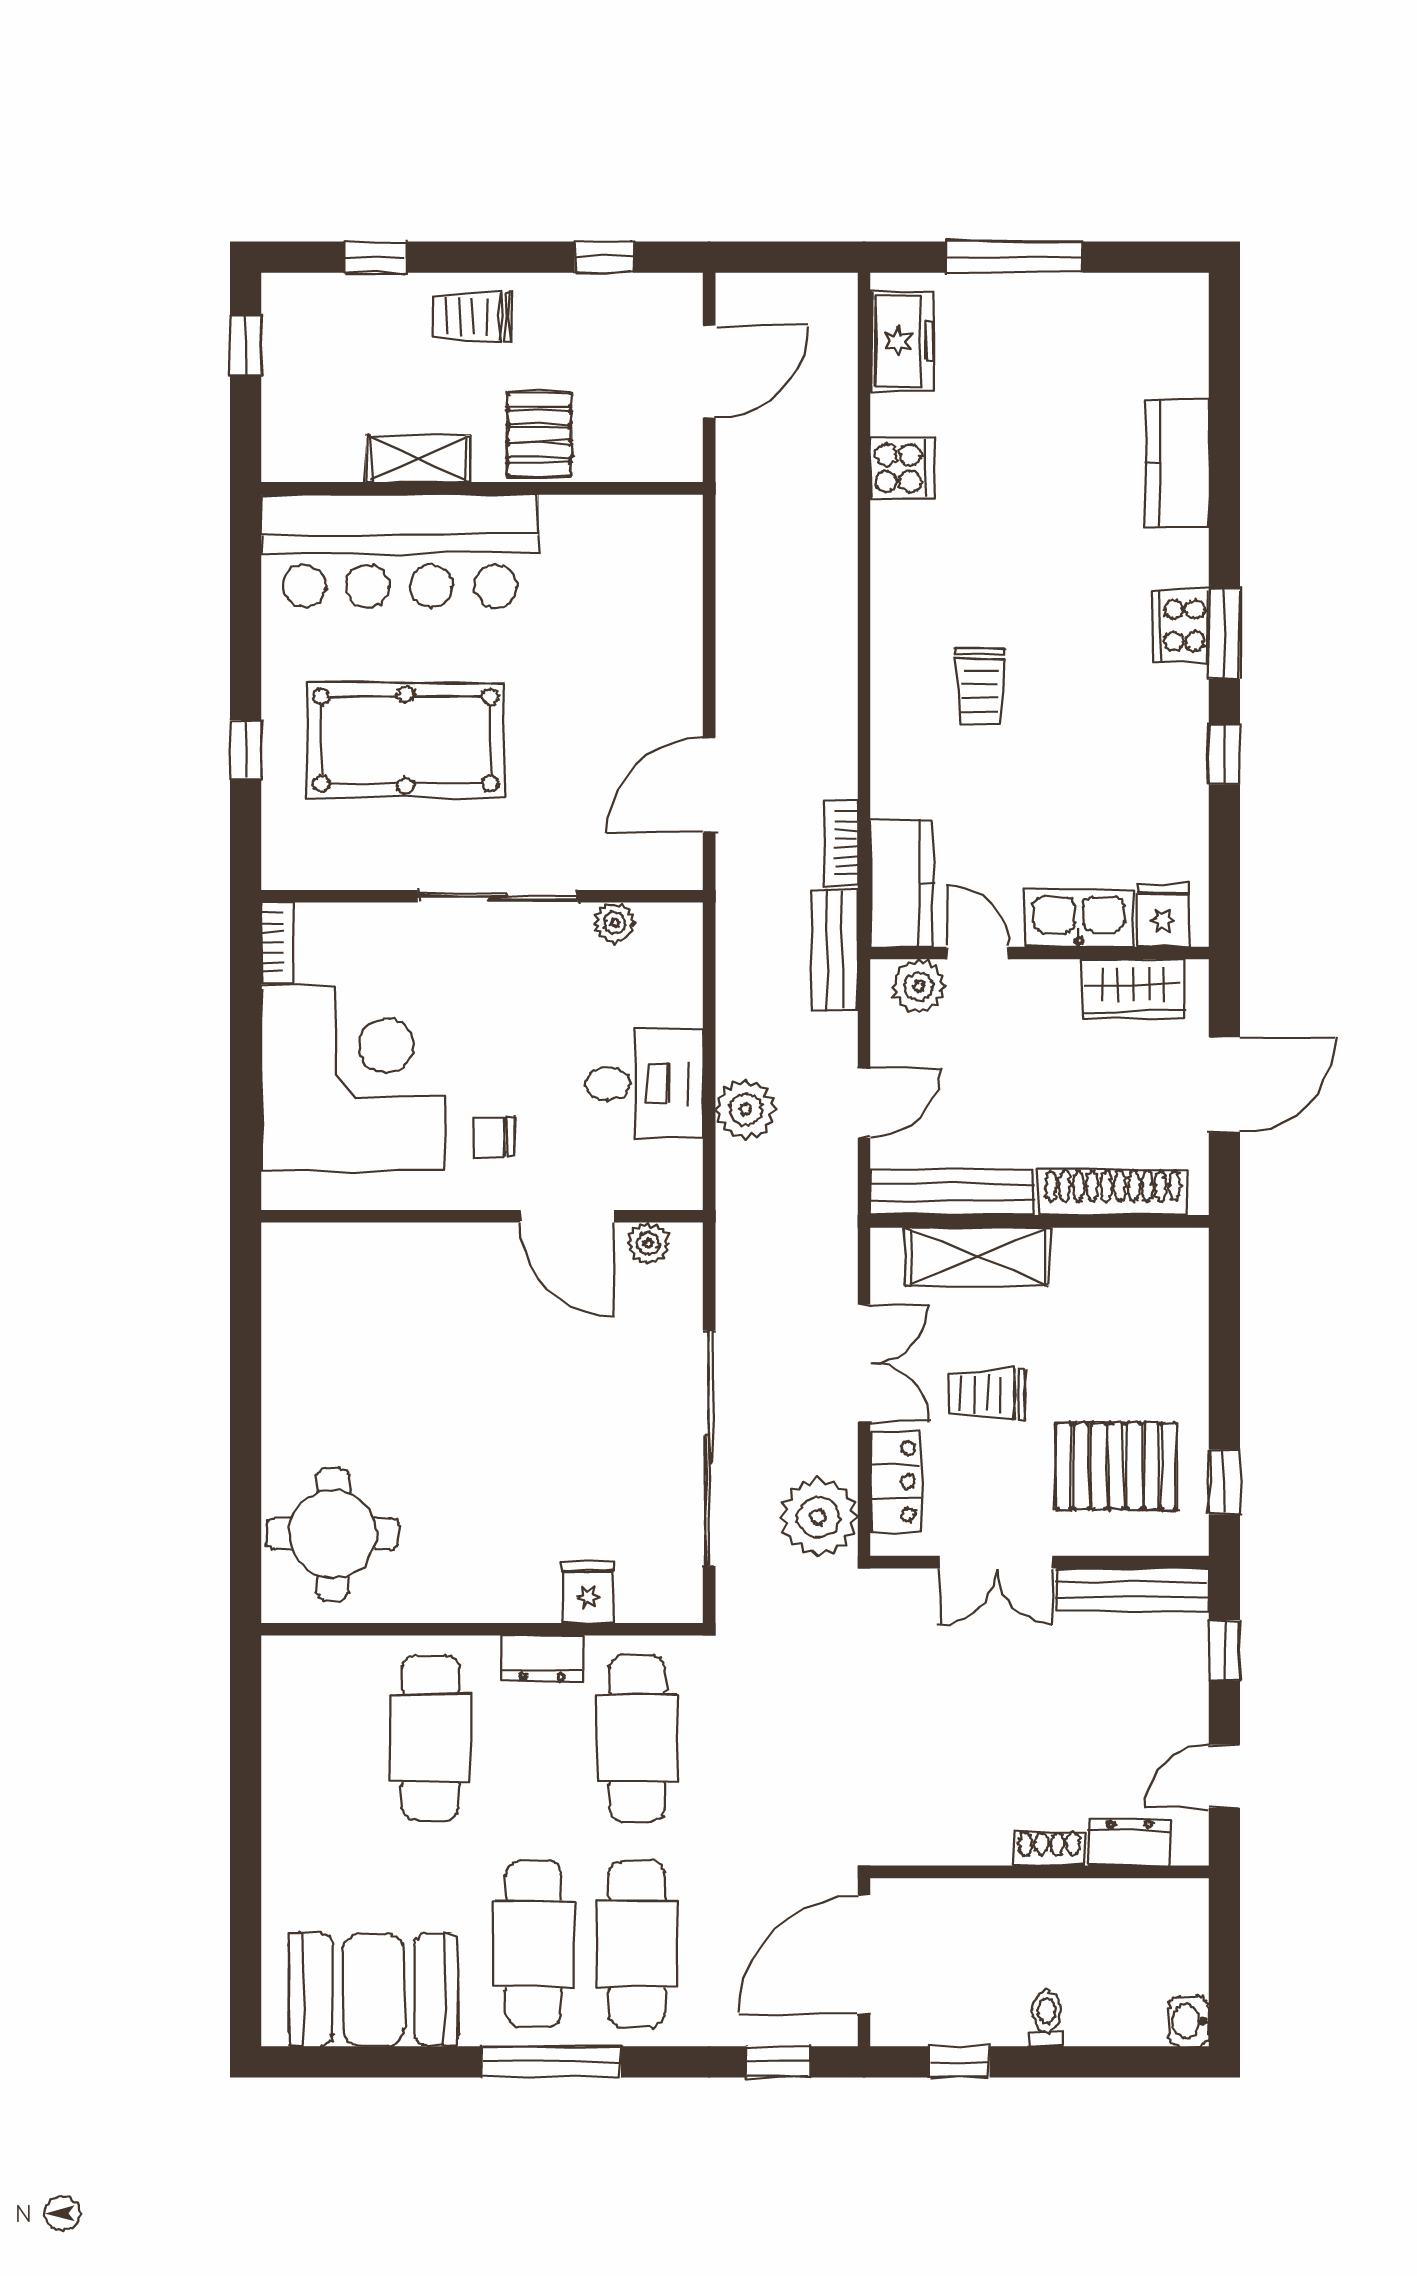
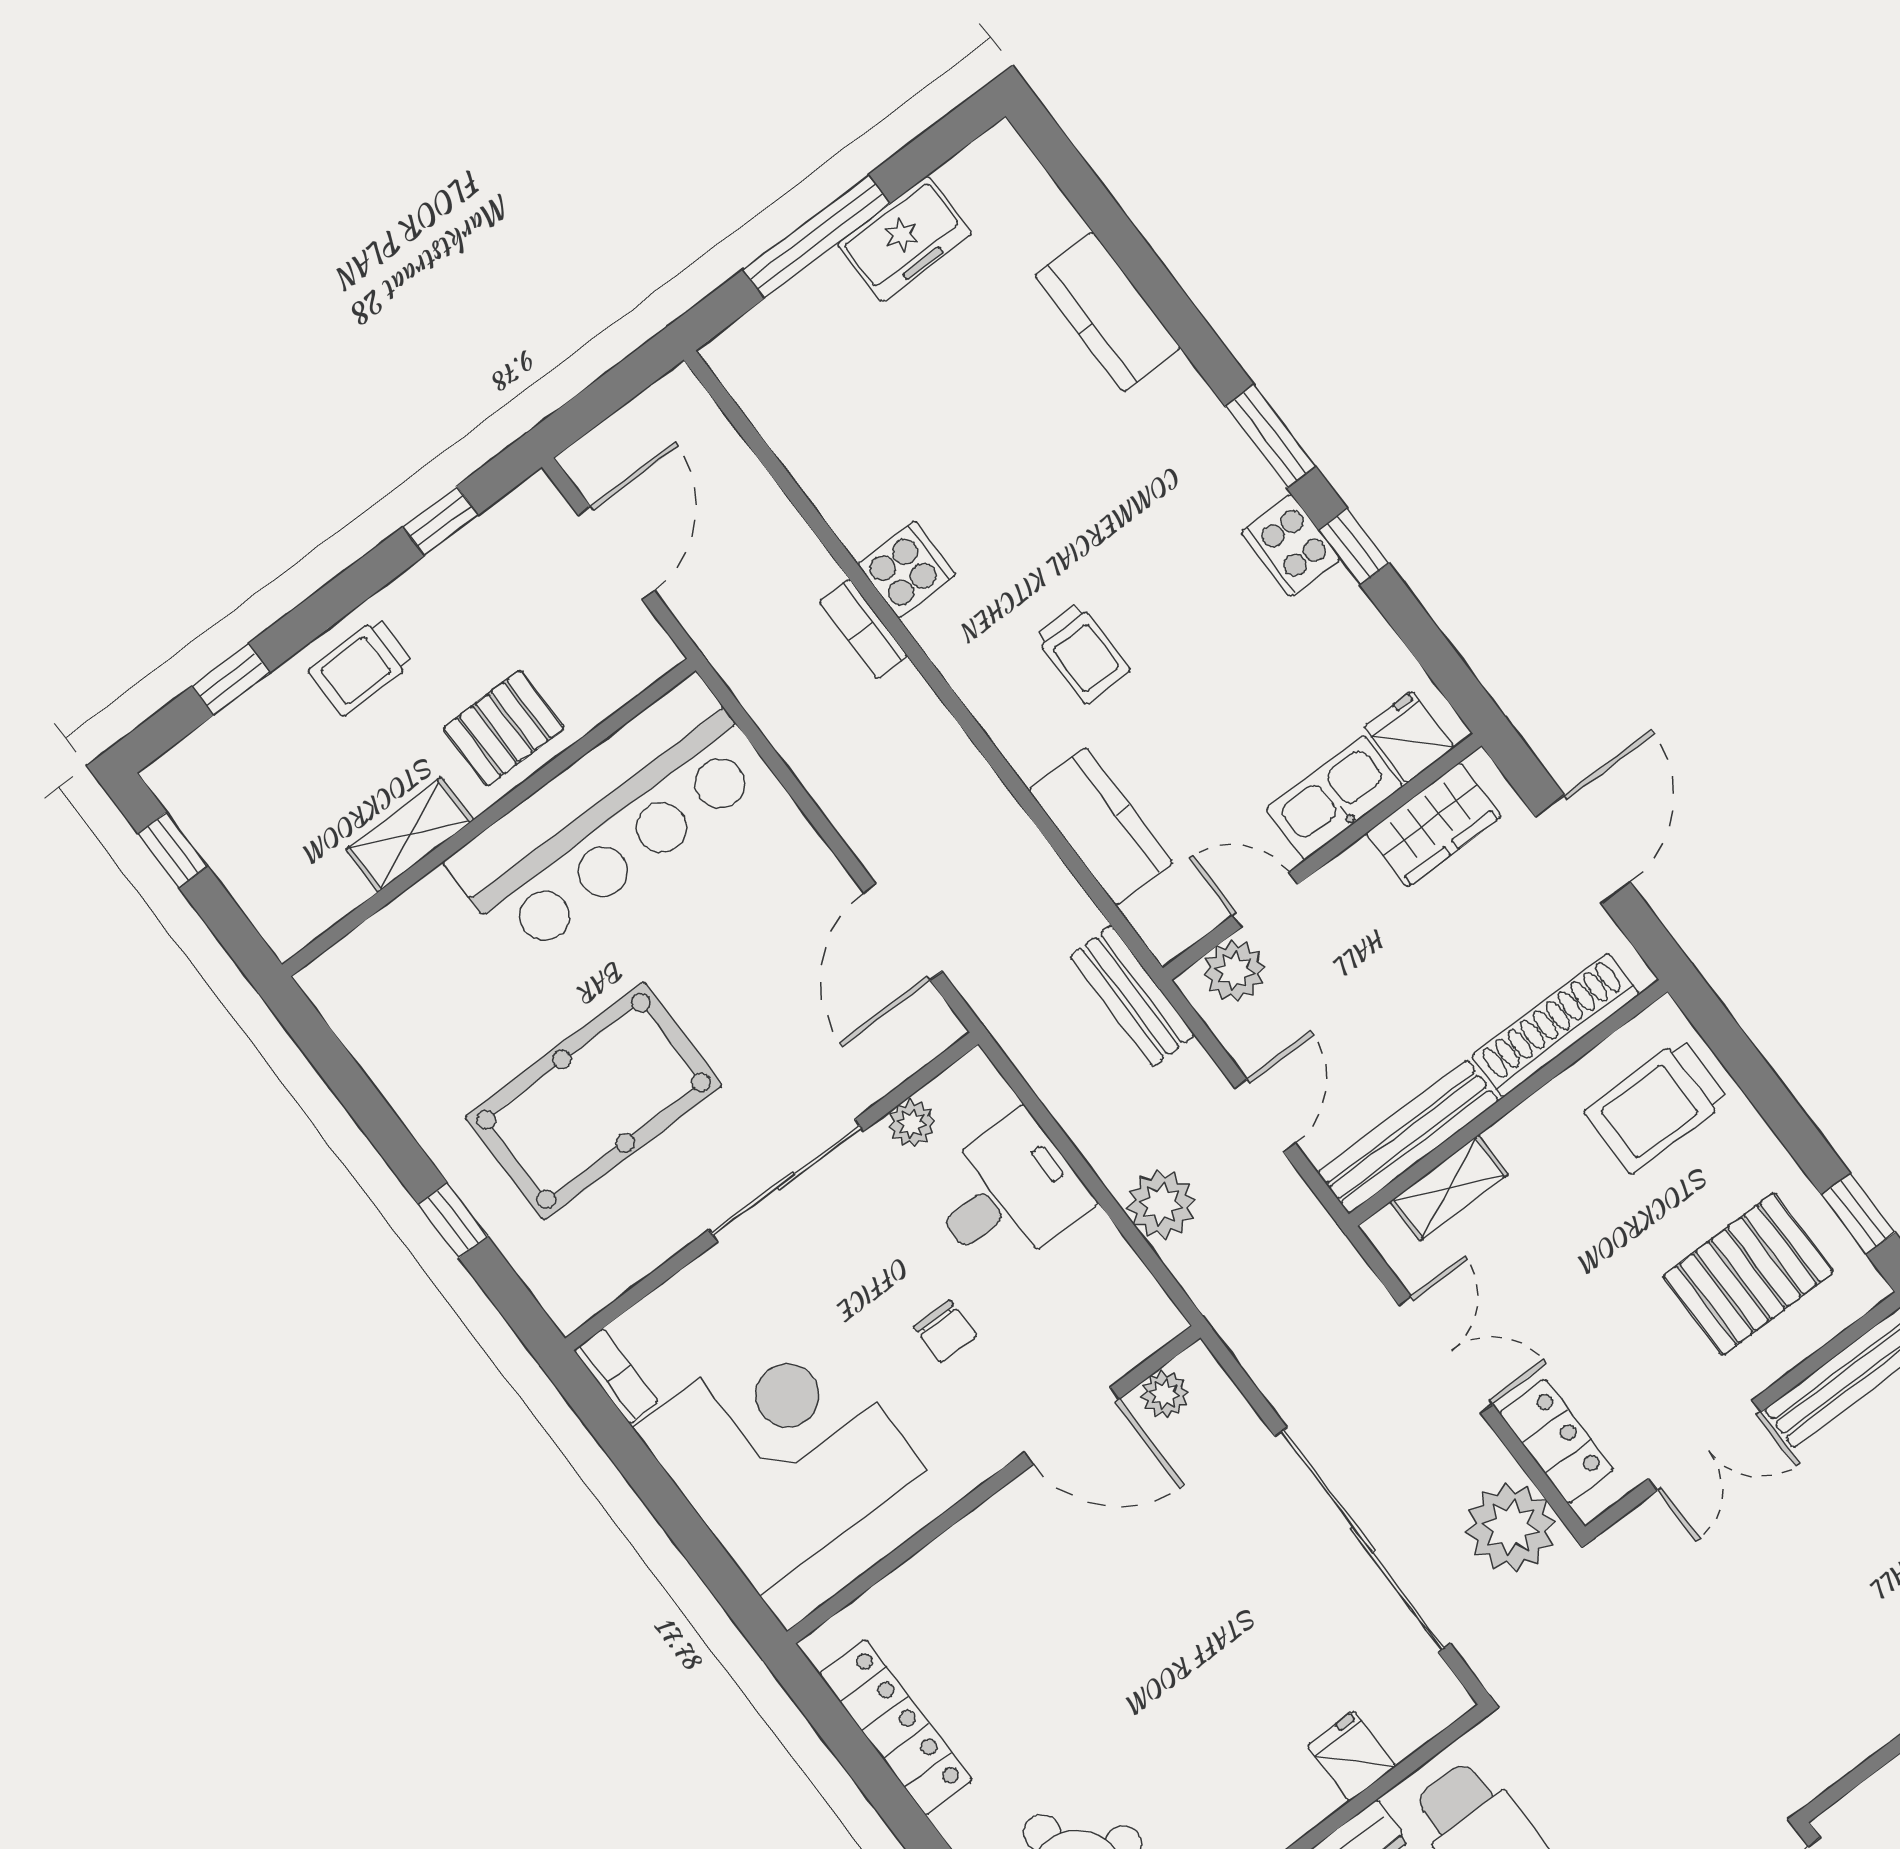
freezer: (903, 341) -> (905, 239), moved, turned 90
pallet: (539, 434) -> (504, 728), turned 90
cooker: (902, 468) -> (906, 569), moved
bar counter: (400, 551) -> (608, 818), moved
cooker: (1181, 625) -> (1291, 546), moved
bookcase: (841, 843) -> (863, 629), moved
kitchen counter: (902, 884) -> (1101, 826), moved
desk: (644, 1083) -> (1007, 1194), moved
chair: (494, 1137) -> (945, 1331), moved, turned -90
shelving: (978, 1257) -> (1449, 1188), width x0.67, depth x0.75
locker: (287, 1333) -> (896, 1727), added
trolley: (986, 1394) -> (1656, 1106), moved, width x1.36, depth x1.39

